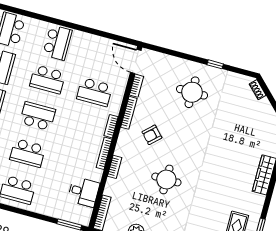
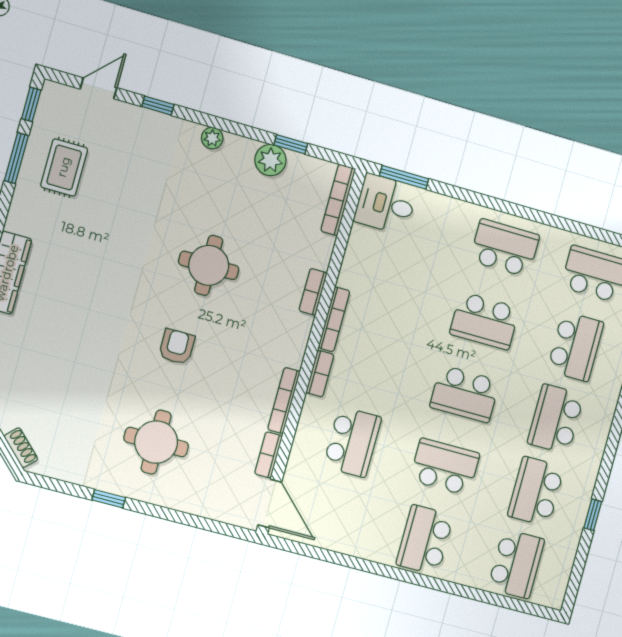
school desk: (95, 92) -> (352, 442), turned 90
armchair: (152, 135) -> (177, 347), moved, turned -47
school desk: (28, 153) -> (485, 321), turned 180
desk: (84, 192) -> (386, 204), moved

